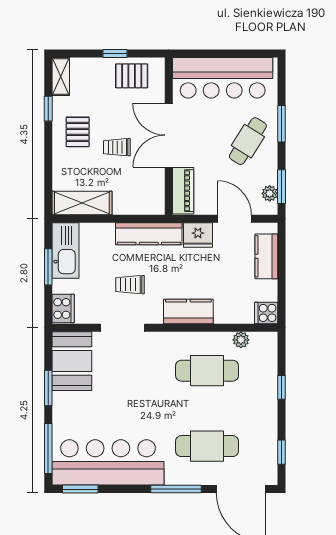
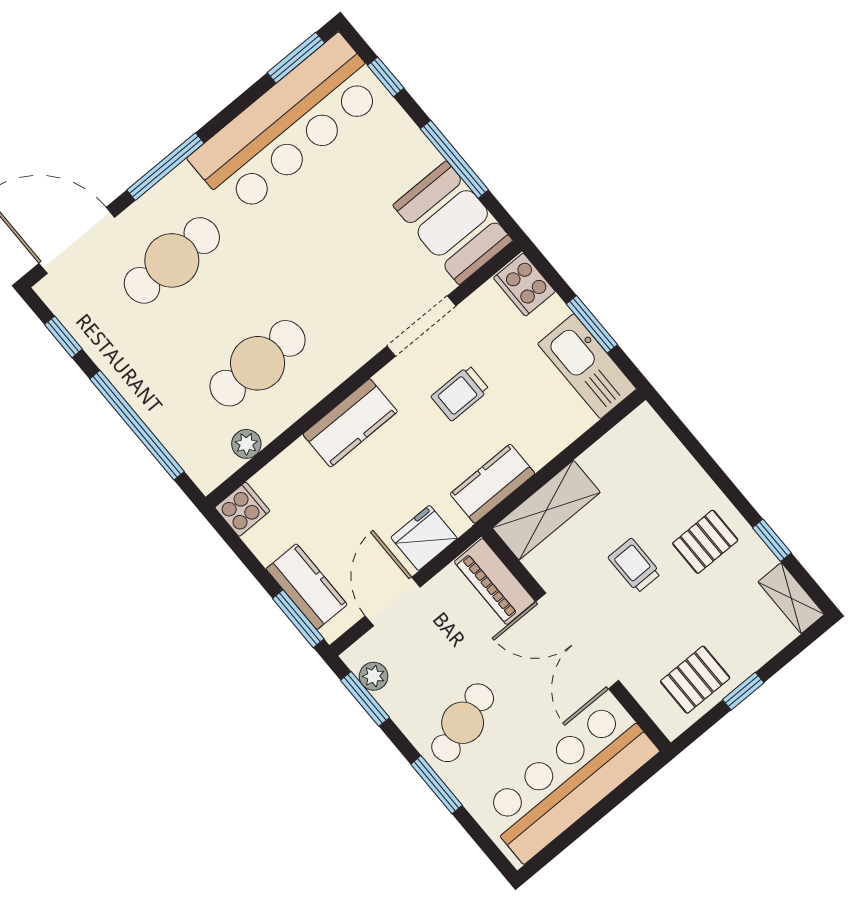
pallet: (78, 132) -> (705, 542), turned 90
double door: (169, 135) -> (577, 641), swing flipped
cafe table: (248, 141) -> (463, 723), turned 41
trolley: (117, 147) -> (634, 565), turned -90
shelving: (82, 203) -> (546, 510), moved
door: (234, 219) -> (393, 601), swing flipped
kitchen counter: (149, 234) -> (492, 484), width x0.67
window: (282, 245) -> (298, 619), added
trolley: (130, 285) -> (460, 393), turned 180
window: (282, 387) -> (137, 425), width x3.17
window: (48, 388) -> (454, 159), width x1.44
window: (48, 448) -> (386, 77), width x0.46

